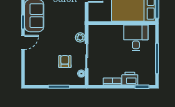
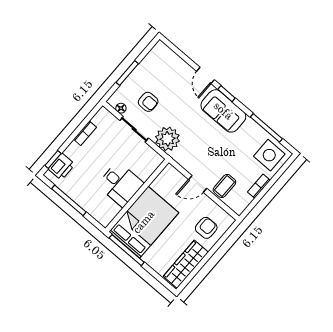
plant: (80, 37) -> (168, 139), width x1.87, depth x1.87
desk: (136, 38) -> (120, 184), moved
printer: (130, 79) -> (62, 167), moved

